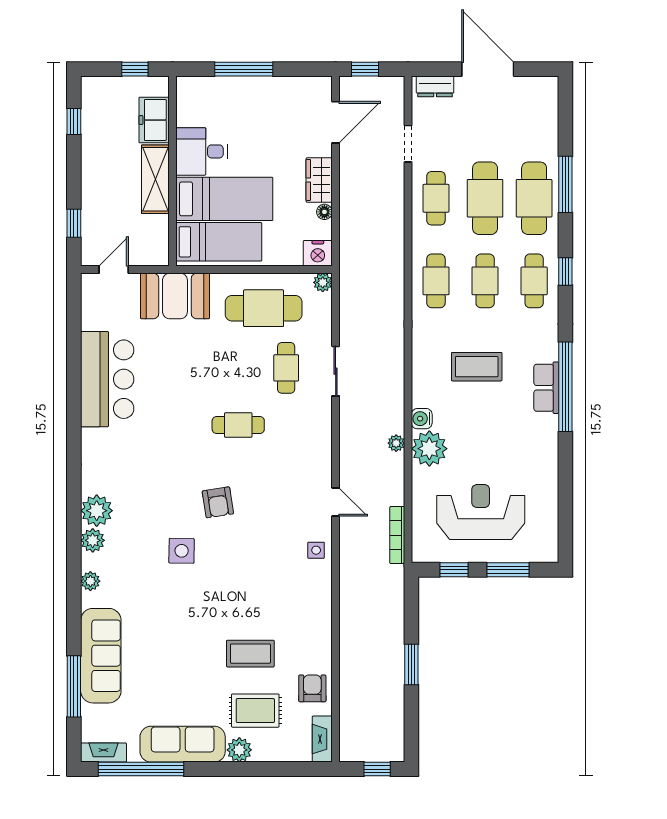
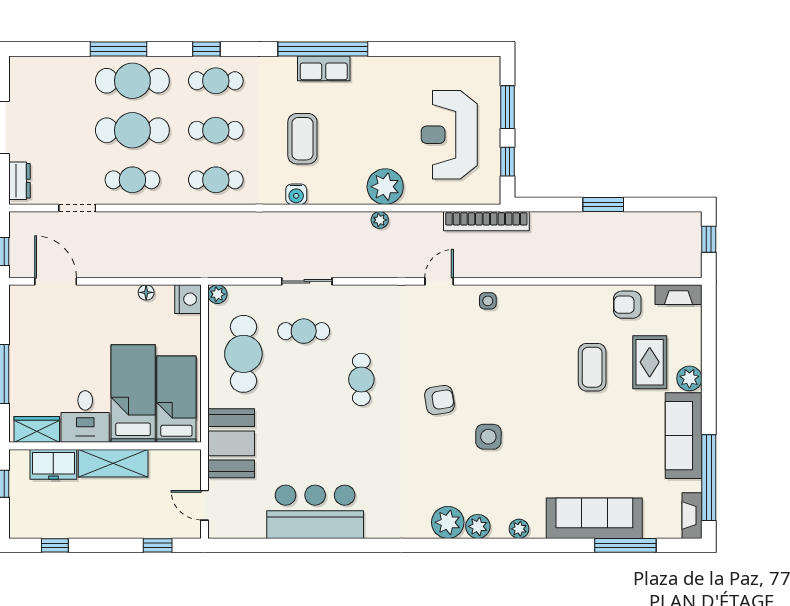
wardrobe: (319, 180) -> (37, 429), moved, turned 180
water cooler: (422, 419) -> (296, 194), moved
bookcase: (397, 535) -> (486, 221), width x1.48, depth x1.31

